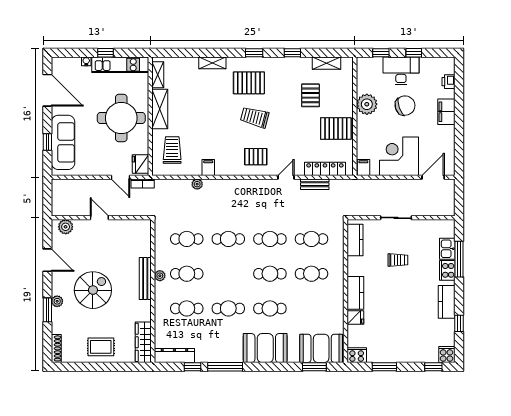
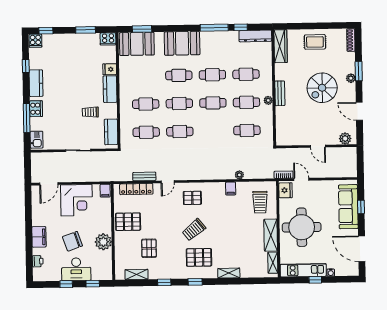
trolley: (255, 117) -> (194, 230), turned 126
cafe table: (228, 239) -> (213, 103), moved
kitchen sink: (447, 249) -> (37, 140), moved
trolley: (398, 260) -> (90, 112), moved
bench: (145, 278) -> (280, 93), width x0.73

